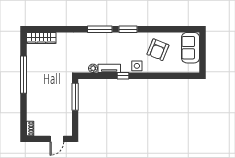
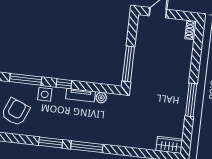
wardrobe: (41, 38) -> (169, 145), width x0.67
window: (23, 75) -> (191, 100), width x0.68
window: (153, 76) -> (26, 79), added

